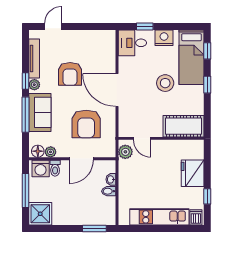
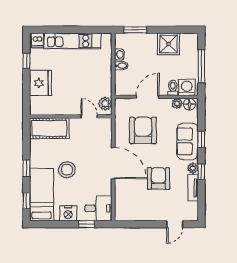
tv unit: (34, 58) -> (193, 188), width x0.71
window: (25, 115) -> (201, 139), width x0.46
washbasin: (111, 179) -> (119, 54), moved
shower: (40, 214) -> (168, 44), moved

